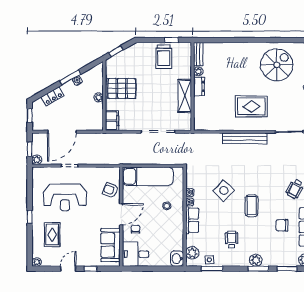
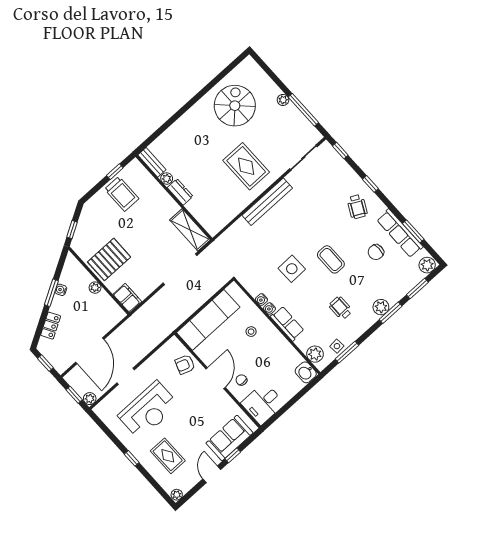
shelving: (185, 96) -> (190, 230), moved
rug: (251, 106) -> (246, 166), turned 90
side table: (224, 191) -> (292, 269), turned 45
sofa: (111, 245) -> (229, 438), moved, turned 90

